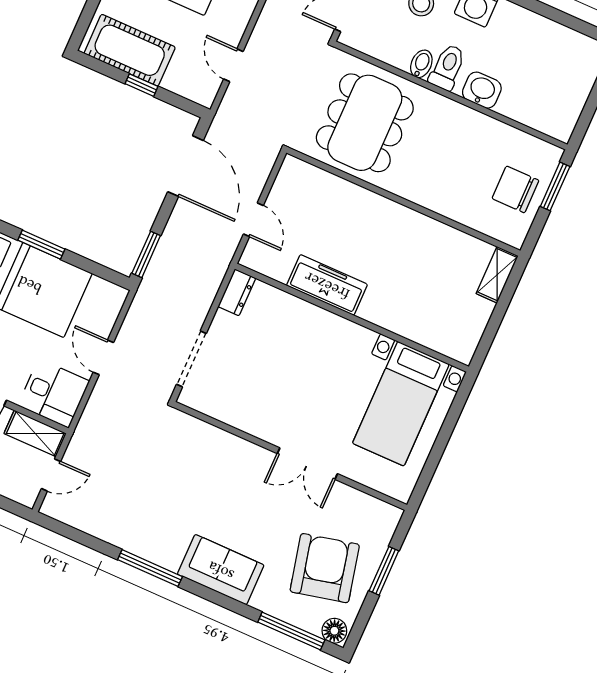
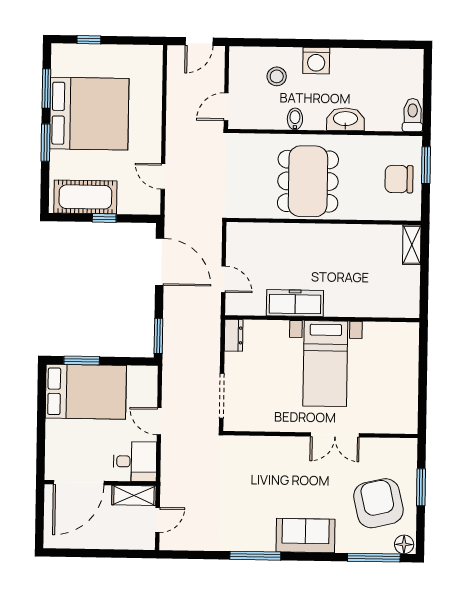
toilet: (447, 67) -> (413, 115), moved
washbasin: (482, 90) -> (345, 119), width x1.38
dining table: (365, 123) -> (308, 181), moved
bed with nightstands: (401, 404) -> (325, 364), moved

